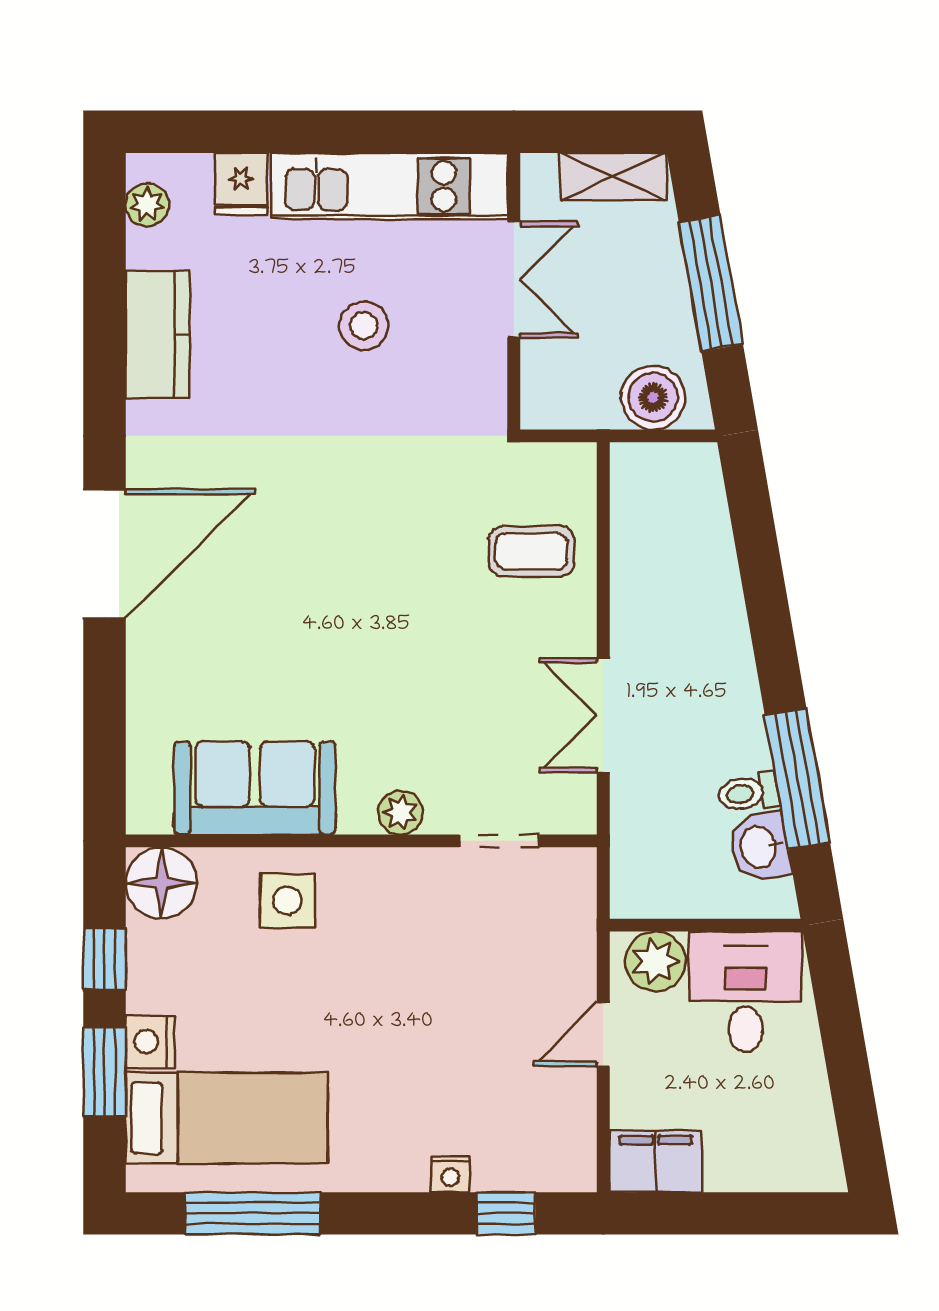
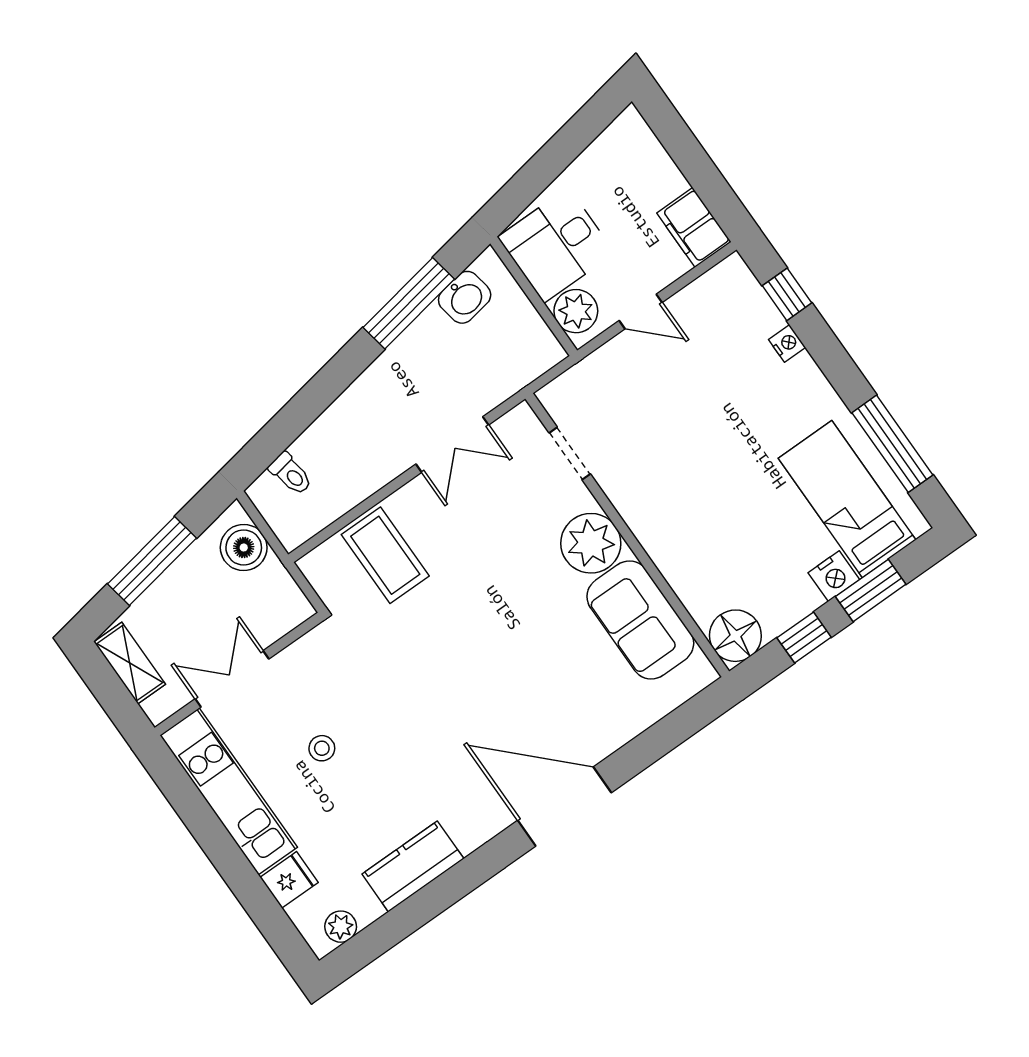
stool: (364, 326) -> (322, 748), width x0.73, depth x0.73
coffee table: (531, 551) -> (385, 555), width x1.36, depth x1.30
toilet: (748, 793) -> (291, 474), moved
plant: (400, 813) -> (591, 543), width x1.88, depth x1.88
side table: (287, 901) -> (693, 554), removed

